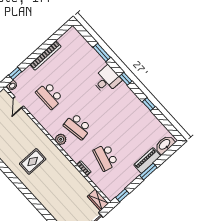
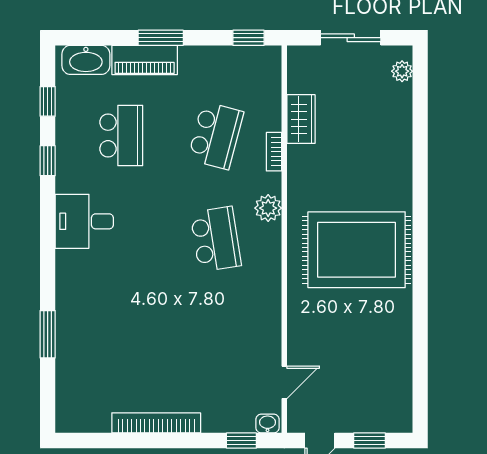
window: (126, 79) -> (48, 101), moved
desk: (107, 80) -> (84, 221), moved
school desk: (49, 96) -> (121, 135), moved
plant: (61, 139) -> (268, 208), moved
rug: (33, 161) -> (357, 250), width x1.86, depth x2.06
wardrobe: (98, 200) -> (301, 119), moved

